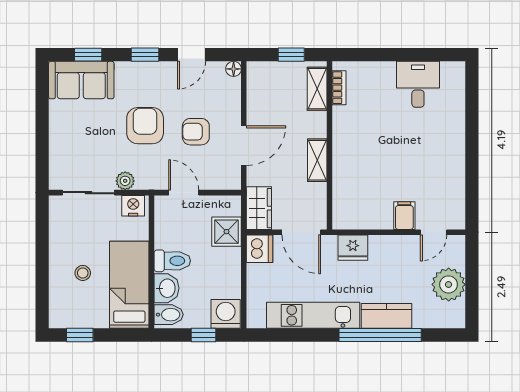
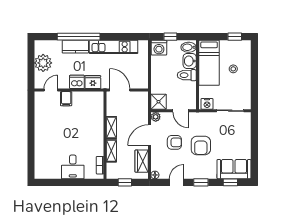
desk: (418, 84) -> (73, 167), moved
shelving: (317, 89) -> (111, 151), moved
plant: (125, 181) -> (156, 117), moved
wardrobe: (259, 208) -> (142, 161), moved
shower: (227, 232) -> (159, 102), moved
dishwasher: (259, 249) -> (77, 82), moved, turned 90

